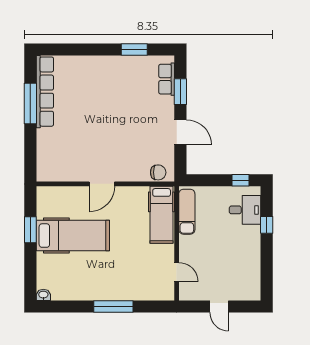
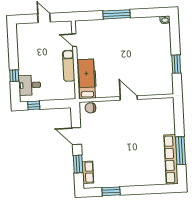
door: (102, 184) -> (129, 98), hinge flipped
exam couch: (187, 212) -> (69, 66), moved
hospital bed: (73, 236) -> (147, 62), removed

